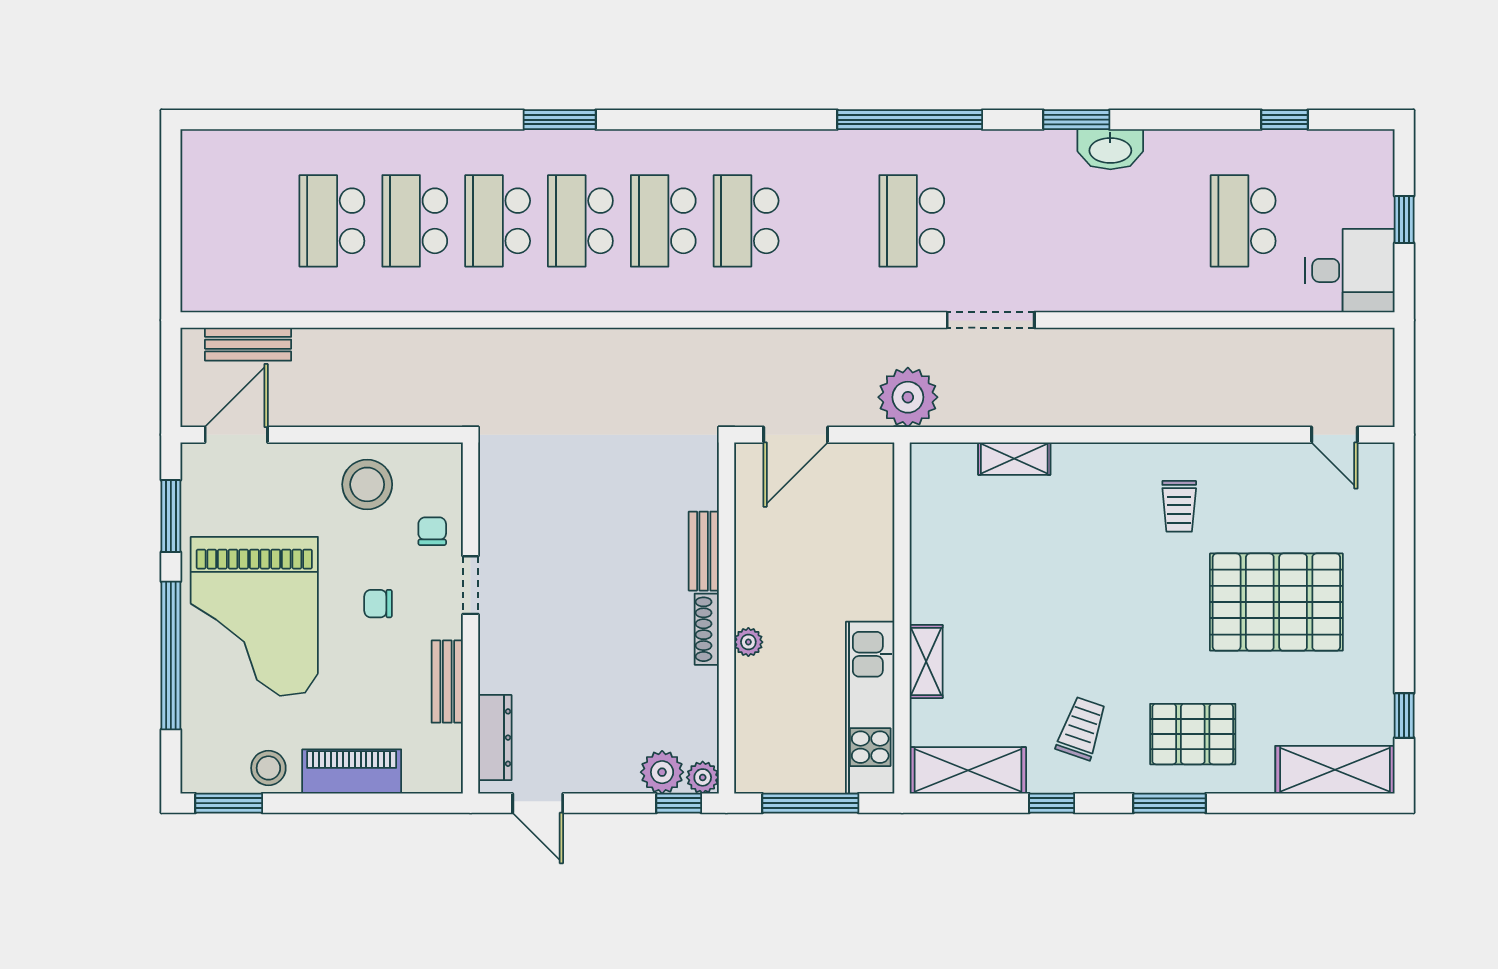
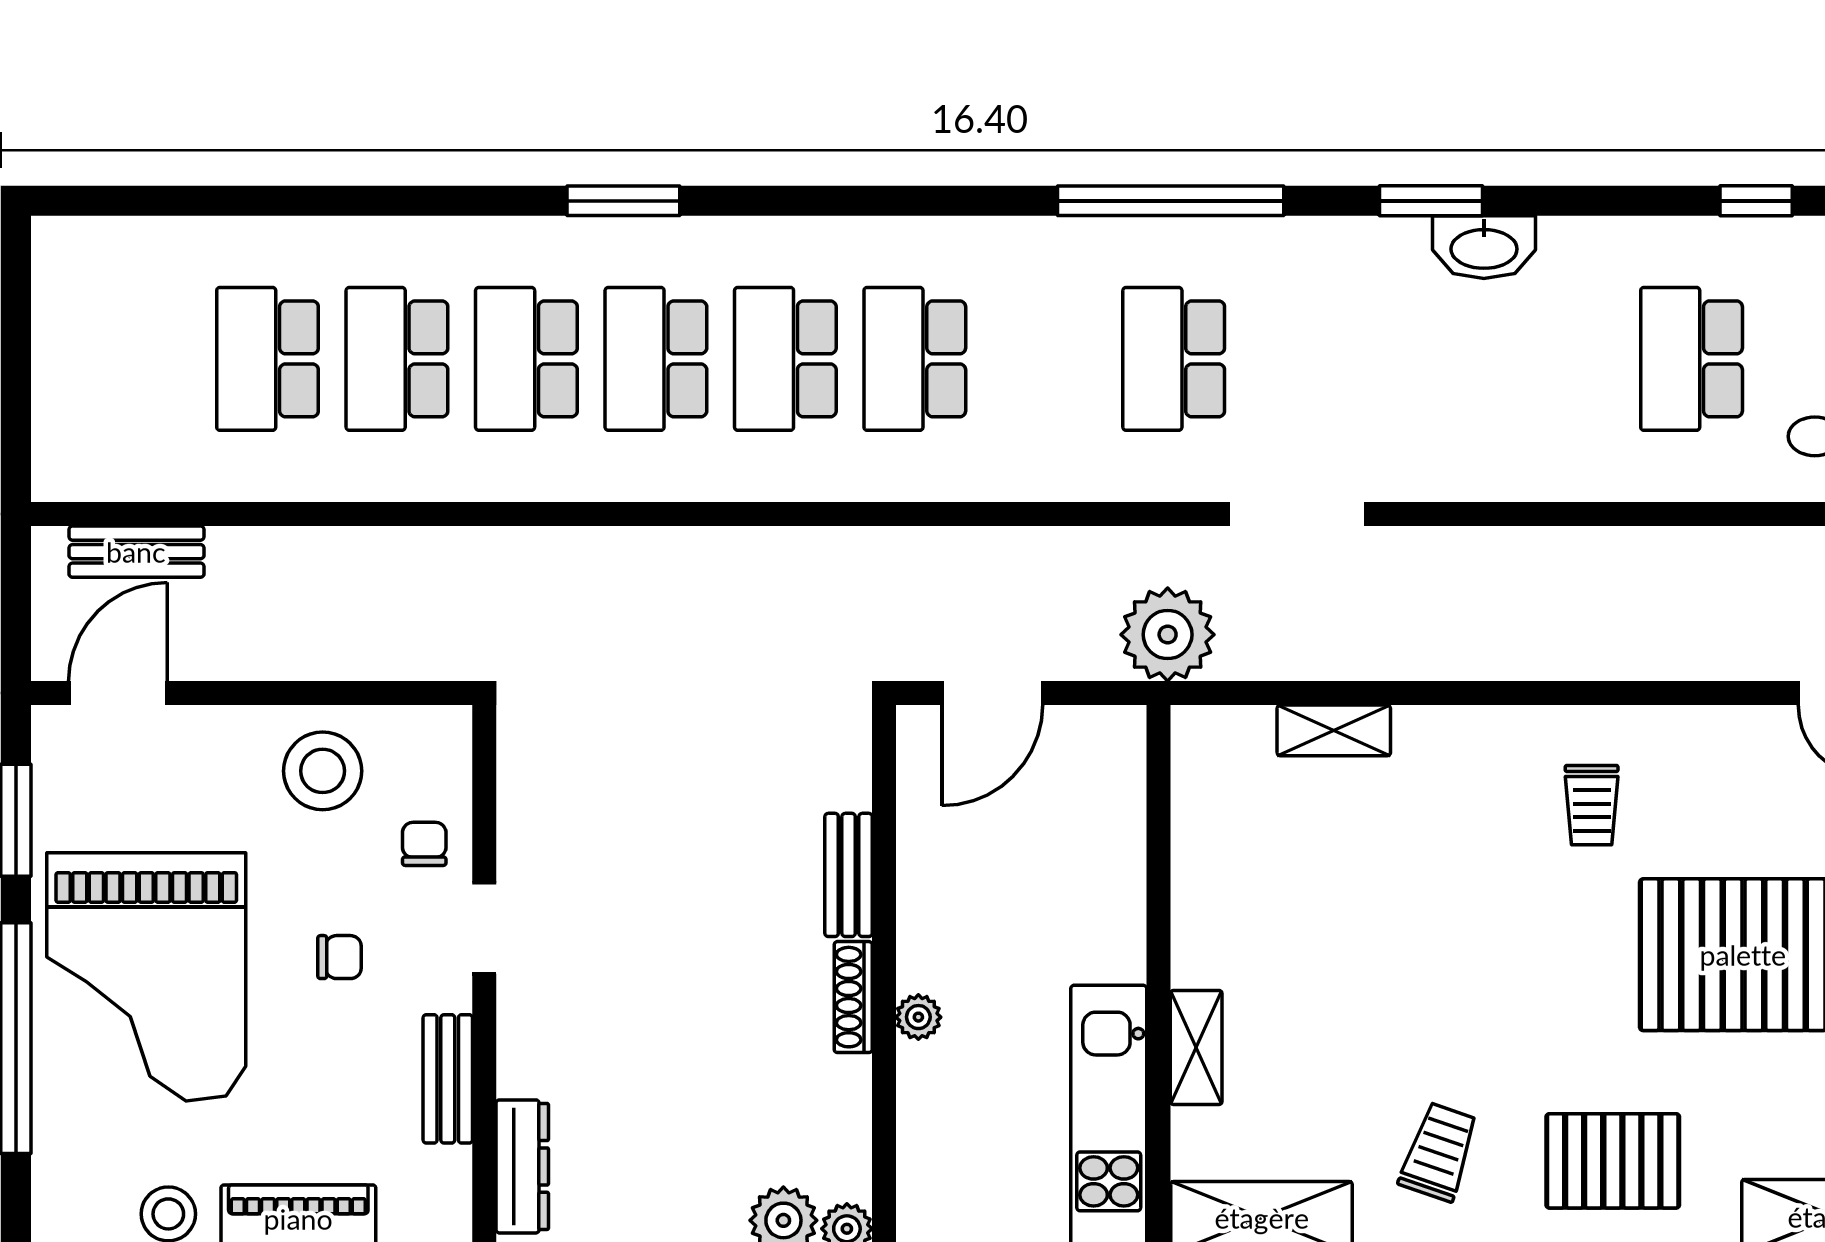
chair: (378, 604) -> (340, 957), turned 180

